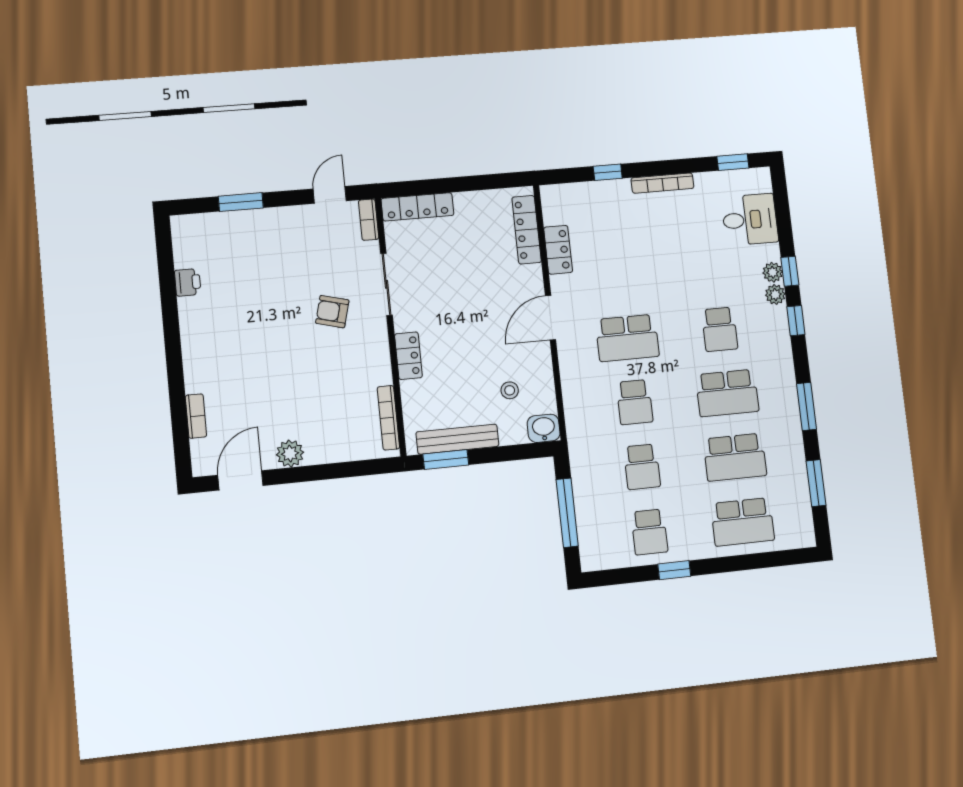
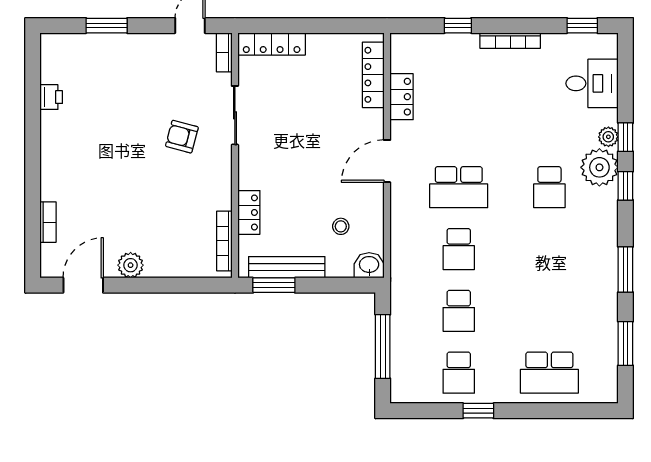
plant: (775, 295) -> (599, 167), width x1.88, depth x1.88
locker: (408, 356) -> (249, 212), moved
school desk: (727, 393) -> (549, 249), removed
school desk: (735, 457) -> (549, 311), removed

